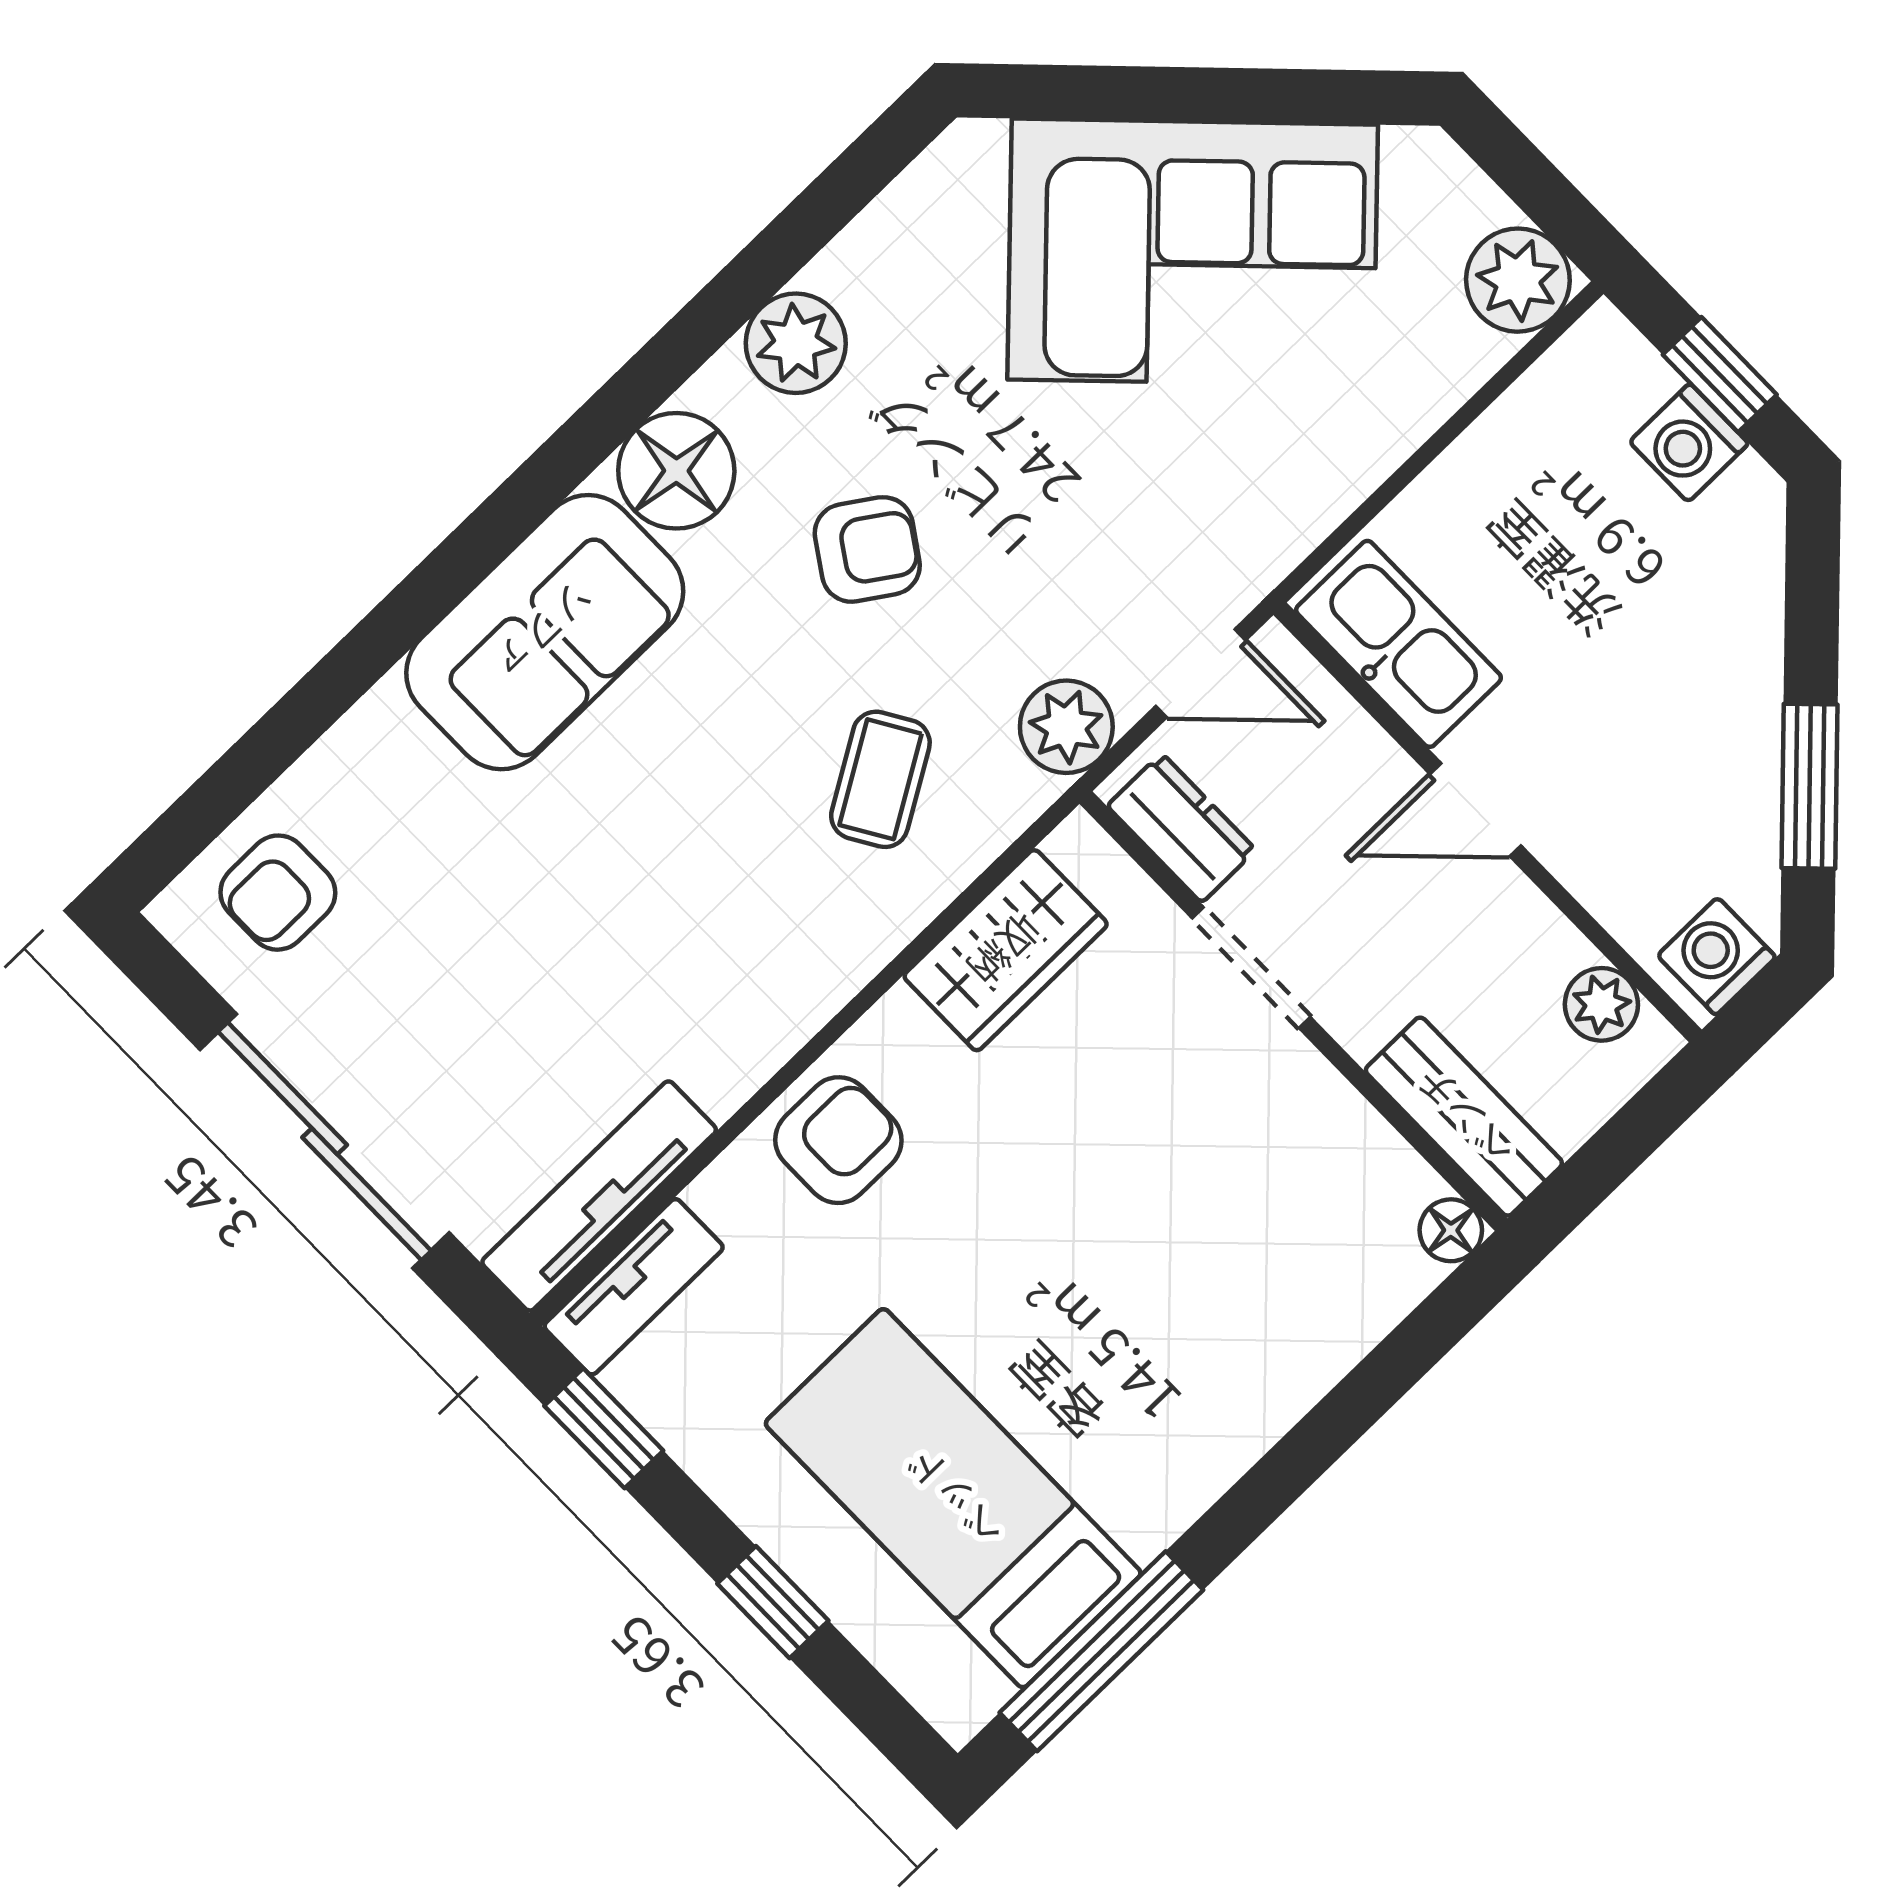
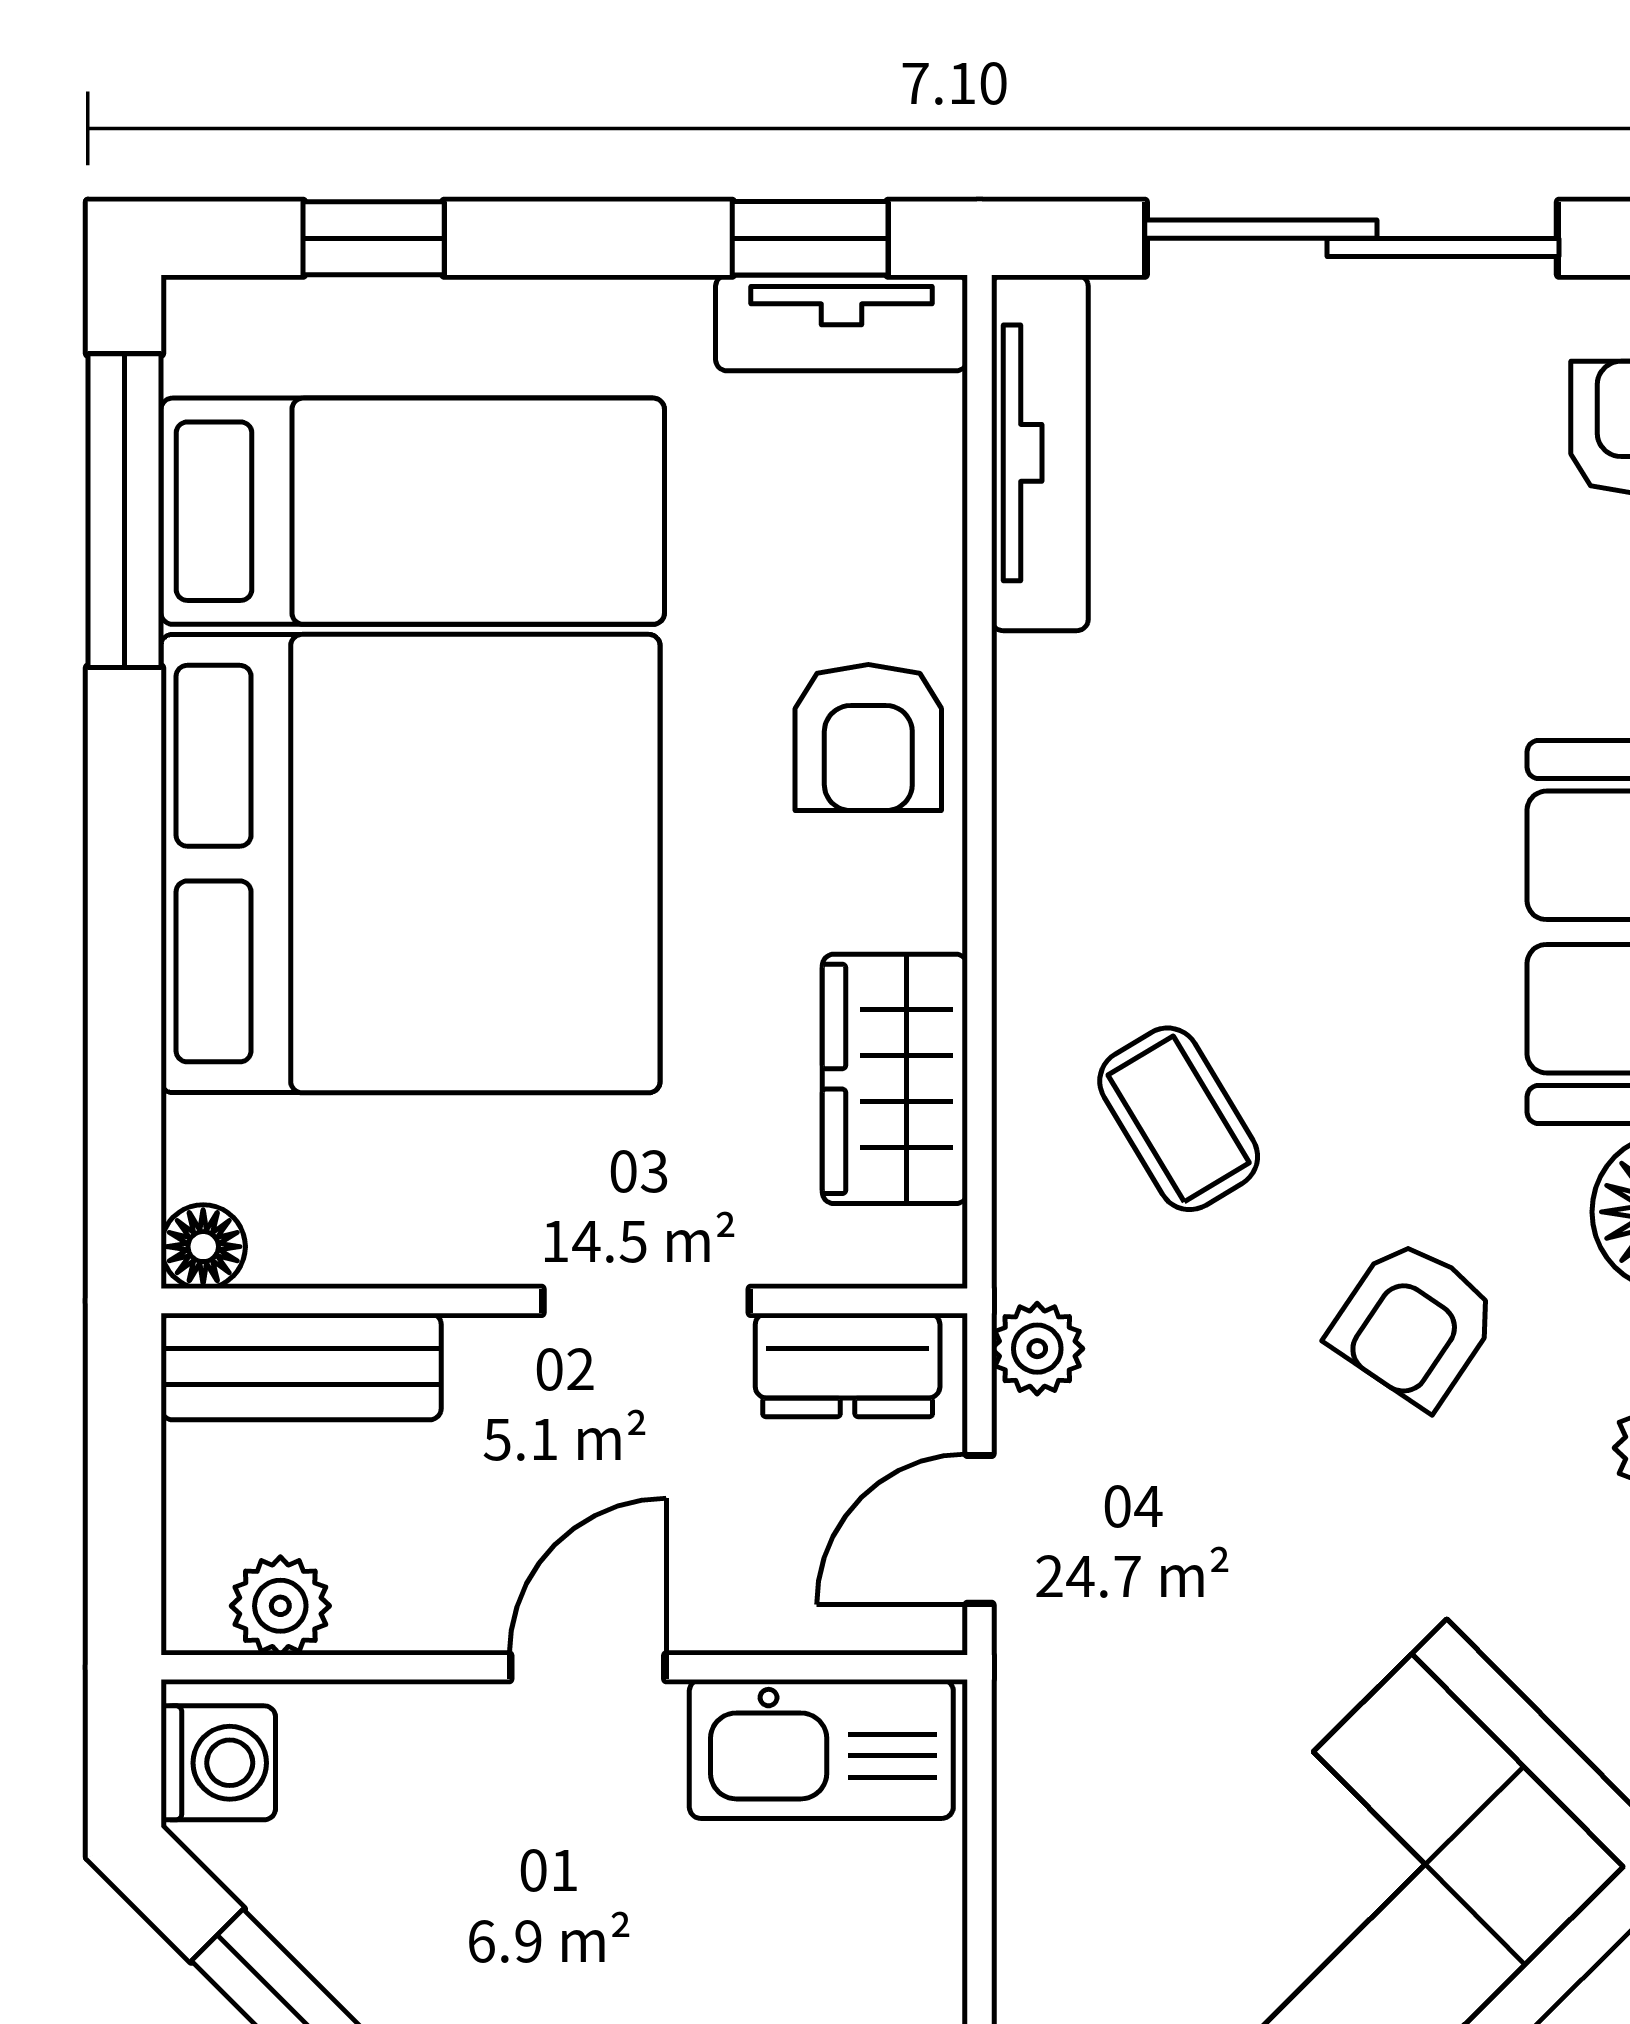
plant: (1066, 727) -> (1037, 1349), width x0.73, depth x0.73
tv unit: (634, 1287) -> (841, 323), moved, turned -90
bed: (1141, 1318) -> (411, 864), added
window: (773, 1602) -> (374, 238), moved

